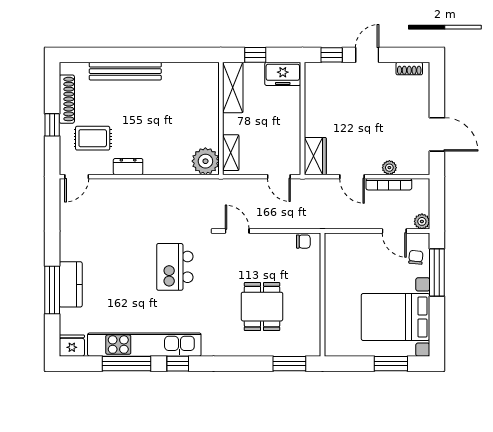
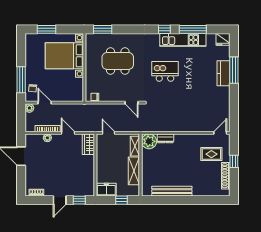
bench: (125, 71) -> (172, 191), moved
shelving: (233, 88) -> (134, 171), moved
dresser: (128, 167) -> (165, 138), moved
kitchen island: (175, 267) -> (165, 71), moved, turned -90
dining table: (262, 307) -> (118, 61), width x1.38
bed with nightstands: (395, 317) -> (64, 56), moved, turned 180
kitchen unit: (144, 345) -> (183, 40), width x0.73

